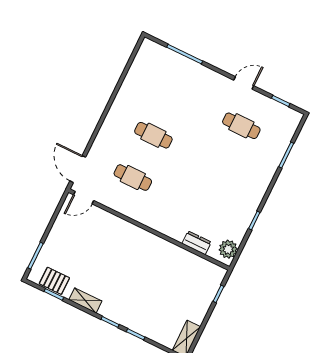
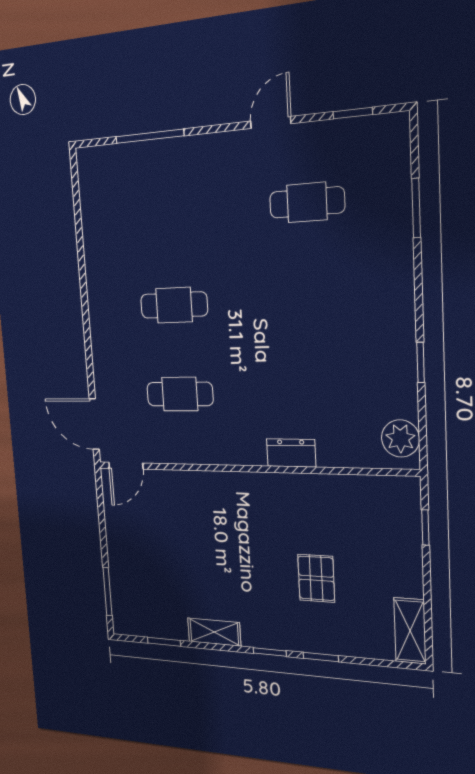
dresser: (197, 243) -> (291, 453), moved
pallet: (54, 281) -> (316, 578), moved, turned 90

